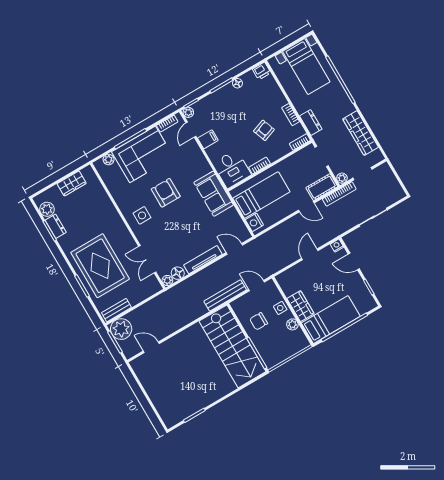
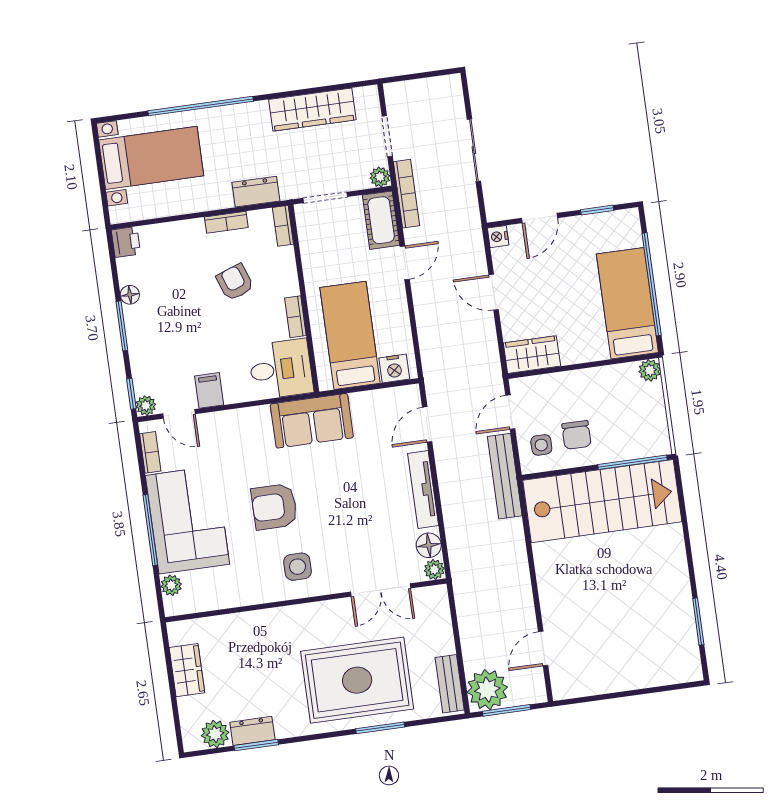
wardrobe: (300, 306) -> (532, 355), moved
side table: (280, 308) -> (541, 445), moved
plant: (292, 324) -> (650, 370), moved

